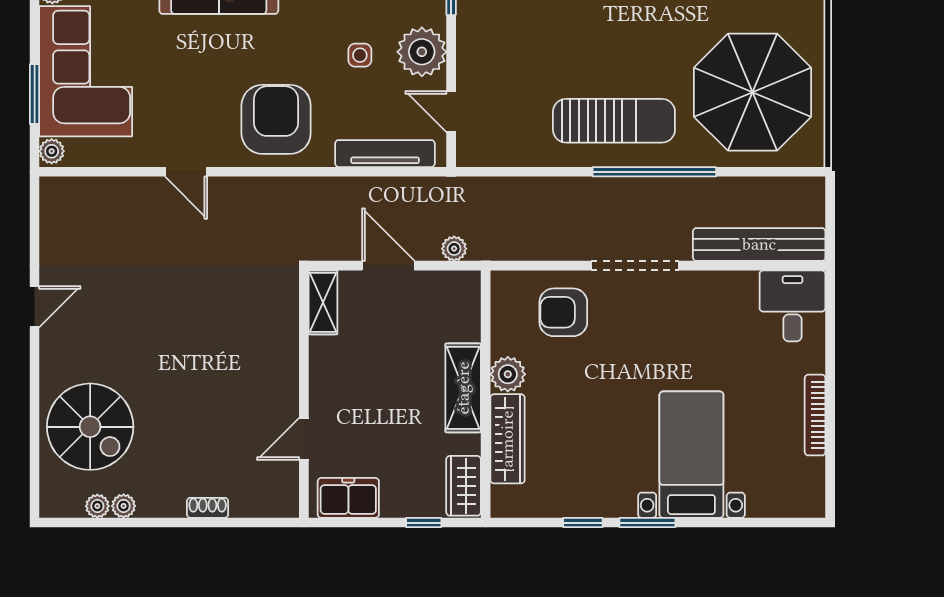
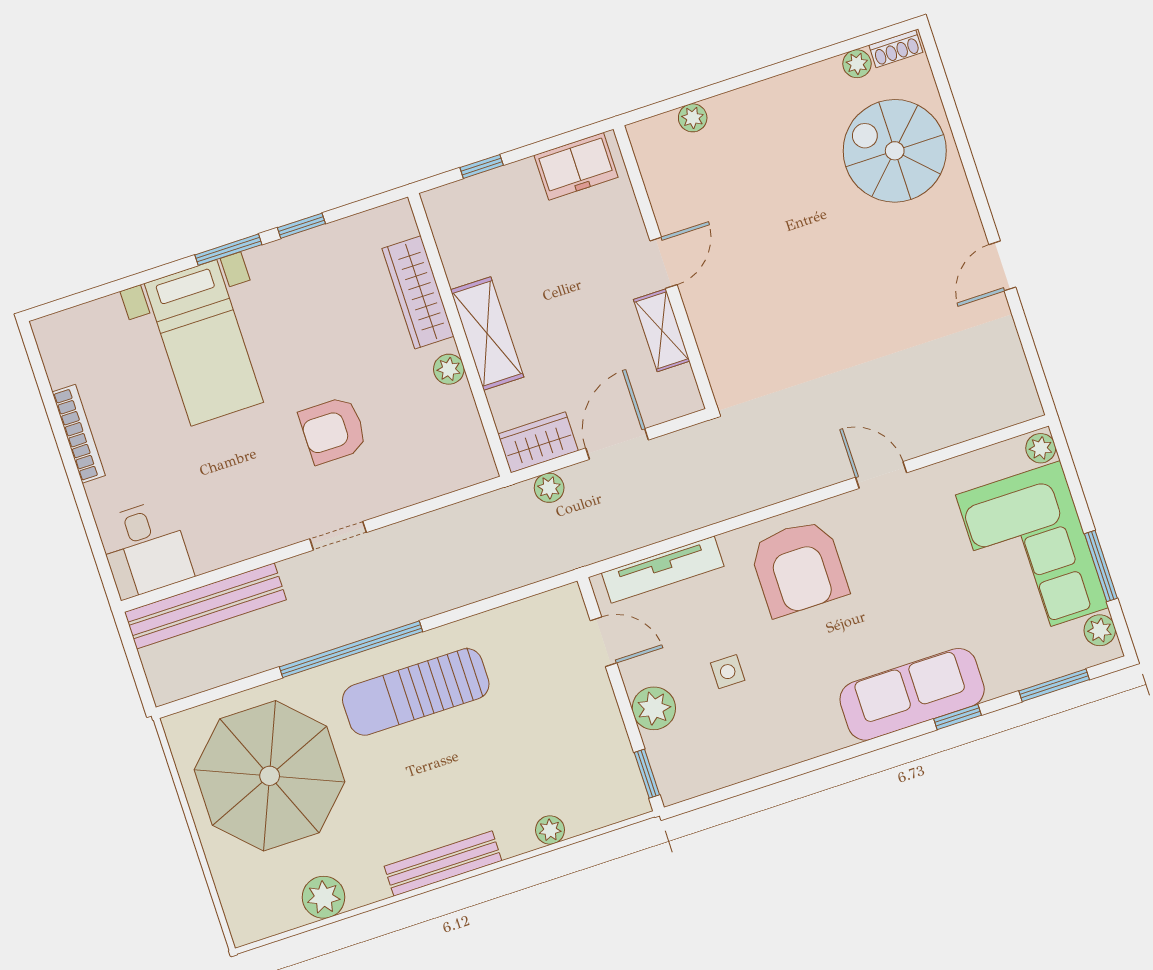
plant: (422, 52) -> (654, 708), width x0.73, depth x0.73
window: (35, 94) -> (1101, 566), moved
door: (388, 266) -> (617, 444), swing flipped
doorway: (635, 266) -> (338, 536), width x0.53
shelving: (323, 302) -> (662, 330), moved
armchair: (563, 312) -> (333, 430), moved, turned 180
plant: (508, 374) -> (449, 369), width x0.73, depth x0.73
door: (304, 439) -> (663, 263), moved
wardrobe: (464, 486) -> (538, 442), moved, turned -90
plant: (124, 506) -> (693, 118), moved
shoe rack: (208, 508) -> (896, 49), moved

